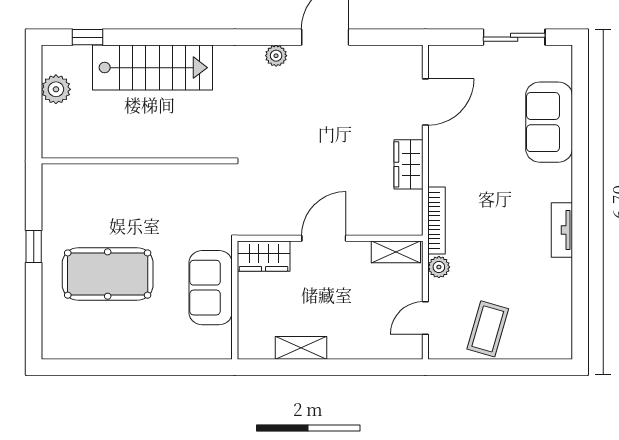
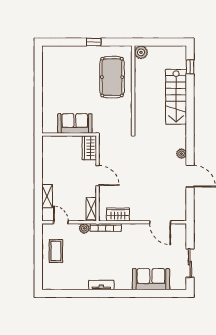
plant: (56, 89) -> (141, 52), moved
wardrobe: (408, 164) -> (118, 214), moved
pool table: (108, 274) -> (112, 77), moved
coffee table: (488, 329) -> (56, 251), turned 74
shelving: (301, 348) -> (47, 196), moved

